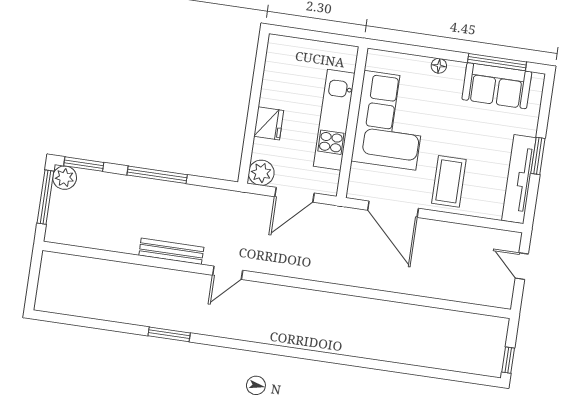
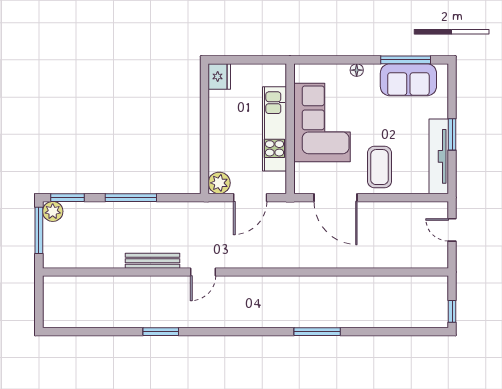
fridge: (269, 123) -> (219, 76), moved
window: (349, 361) -> (317, 332), added

